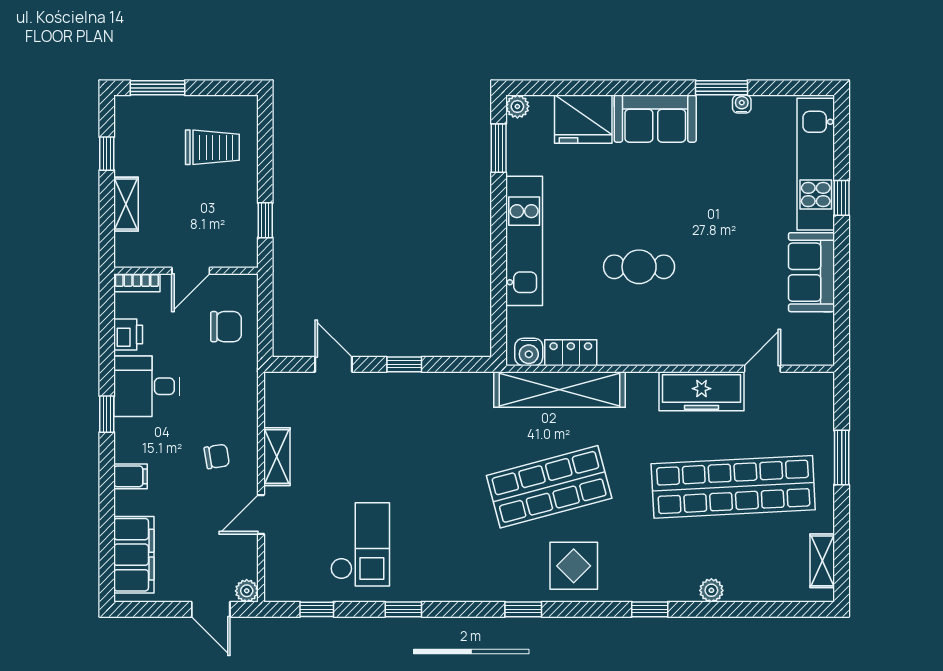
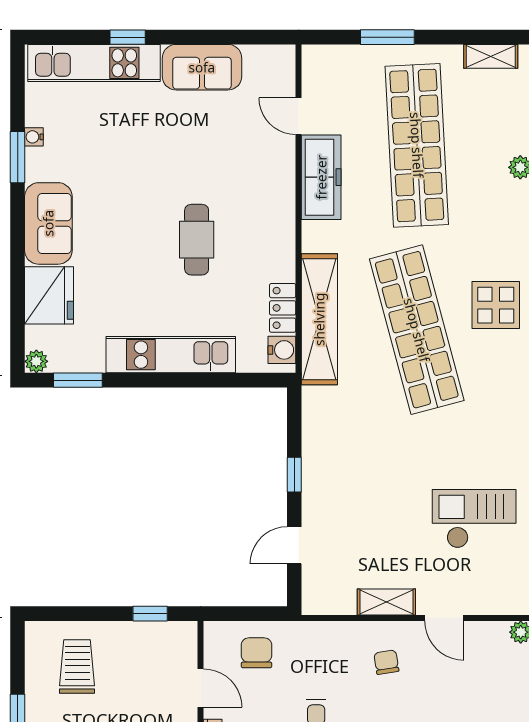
shop shelf: (549, 487) -> (417, 330), width x1.40

